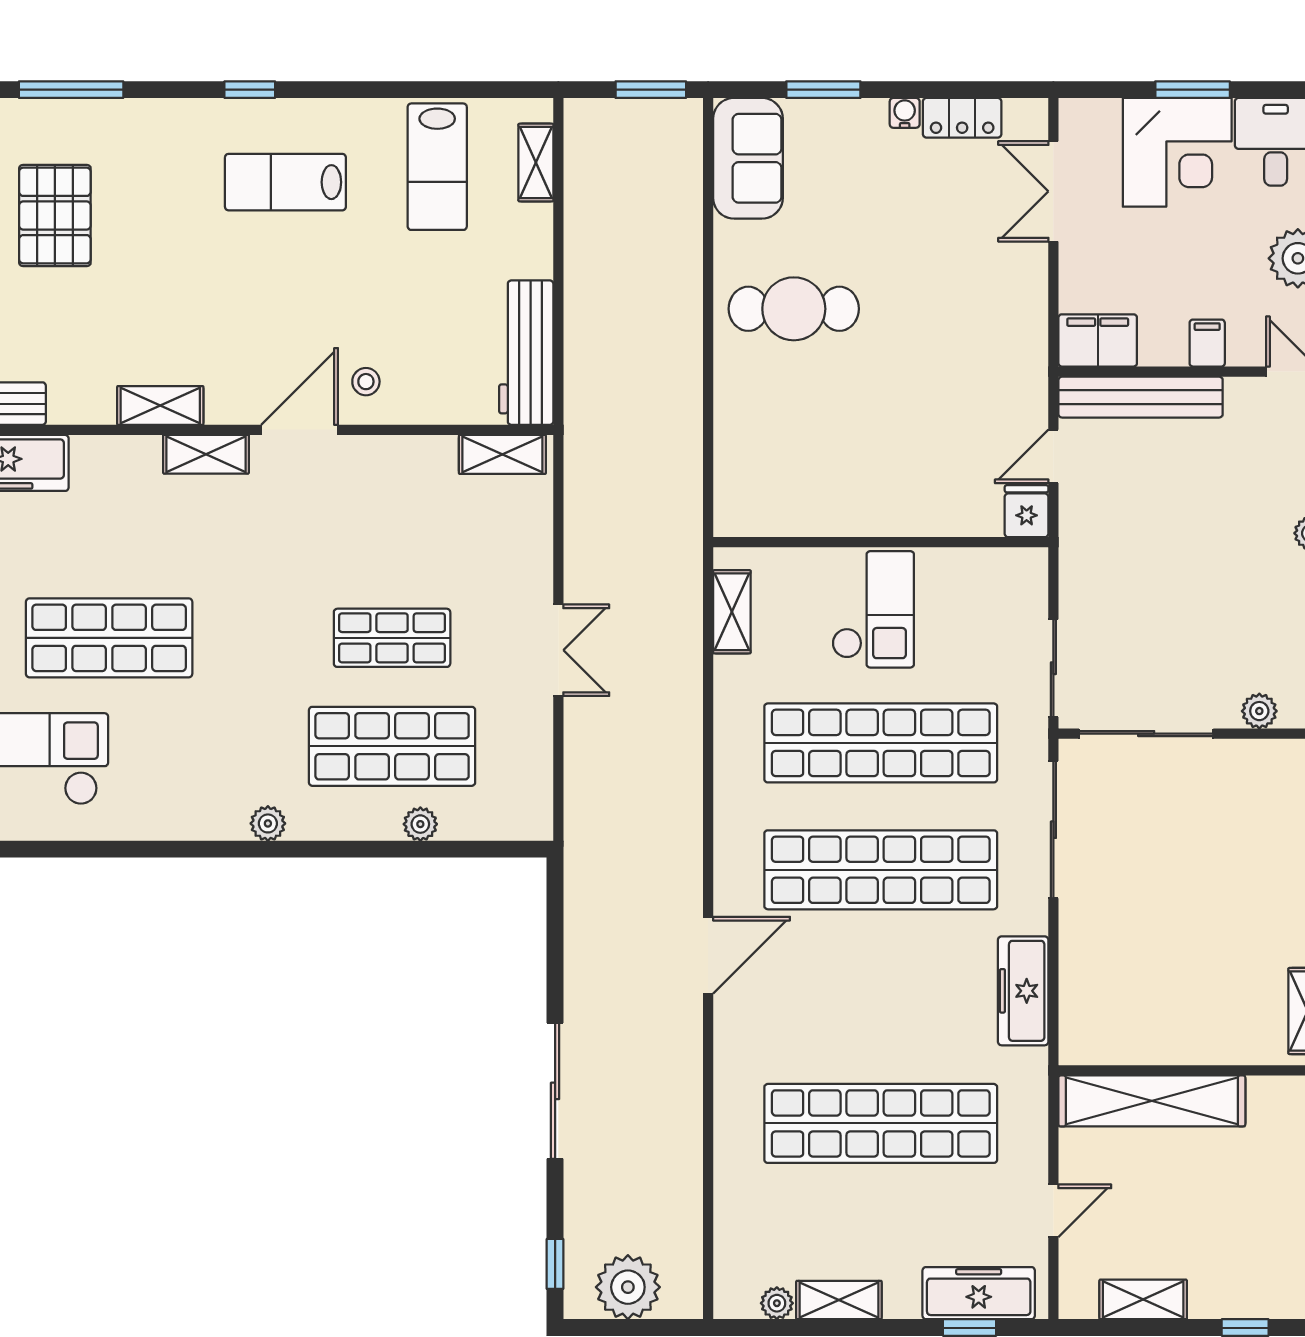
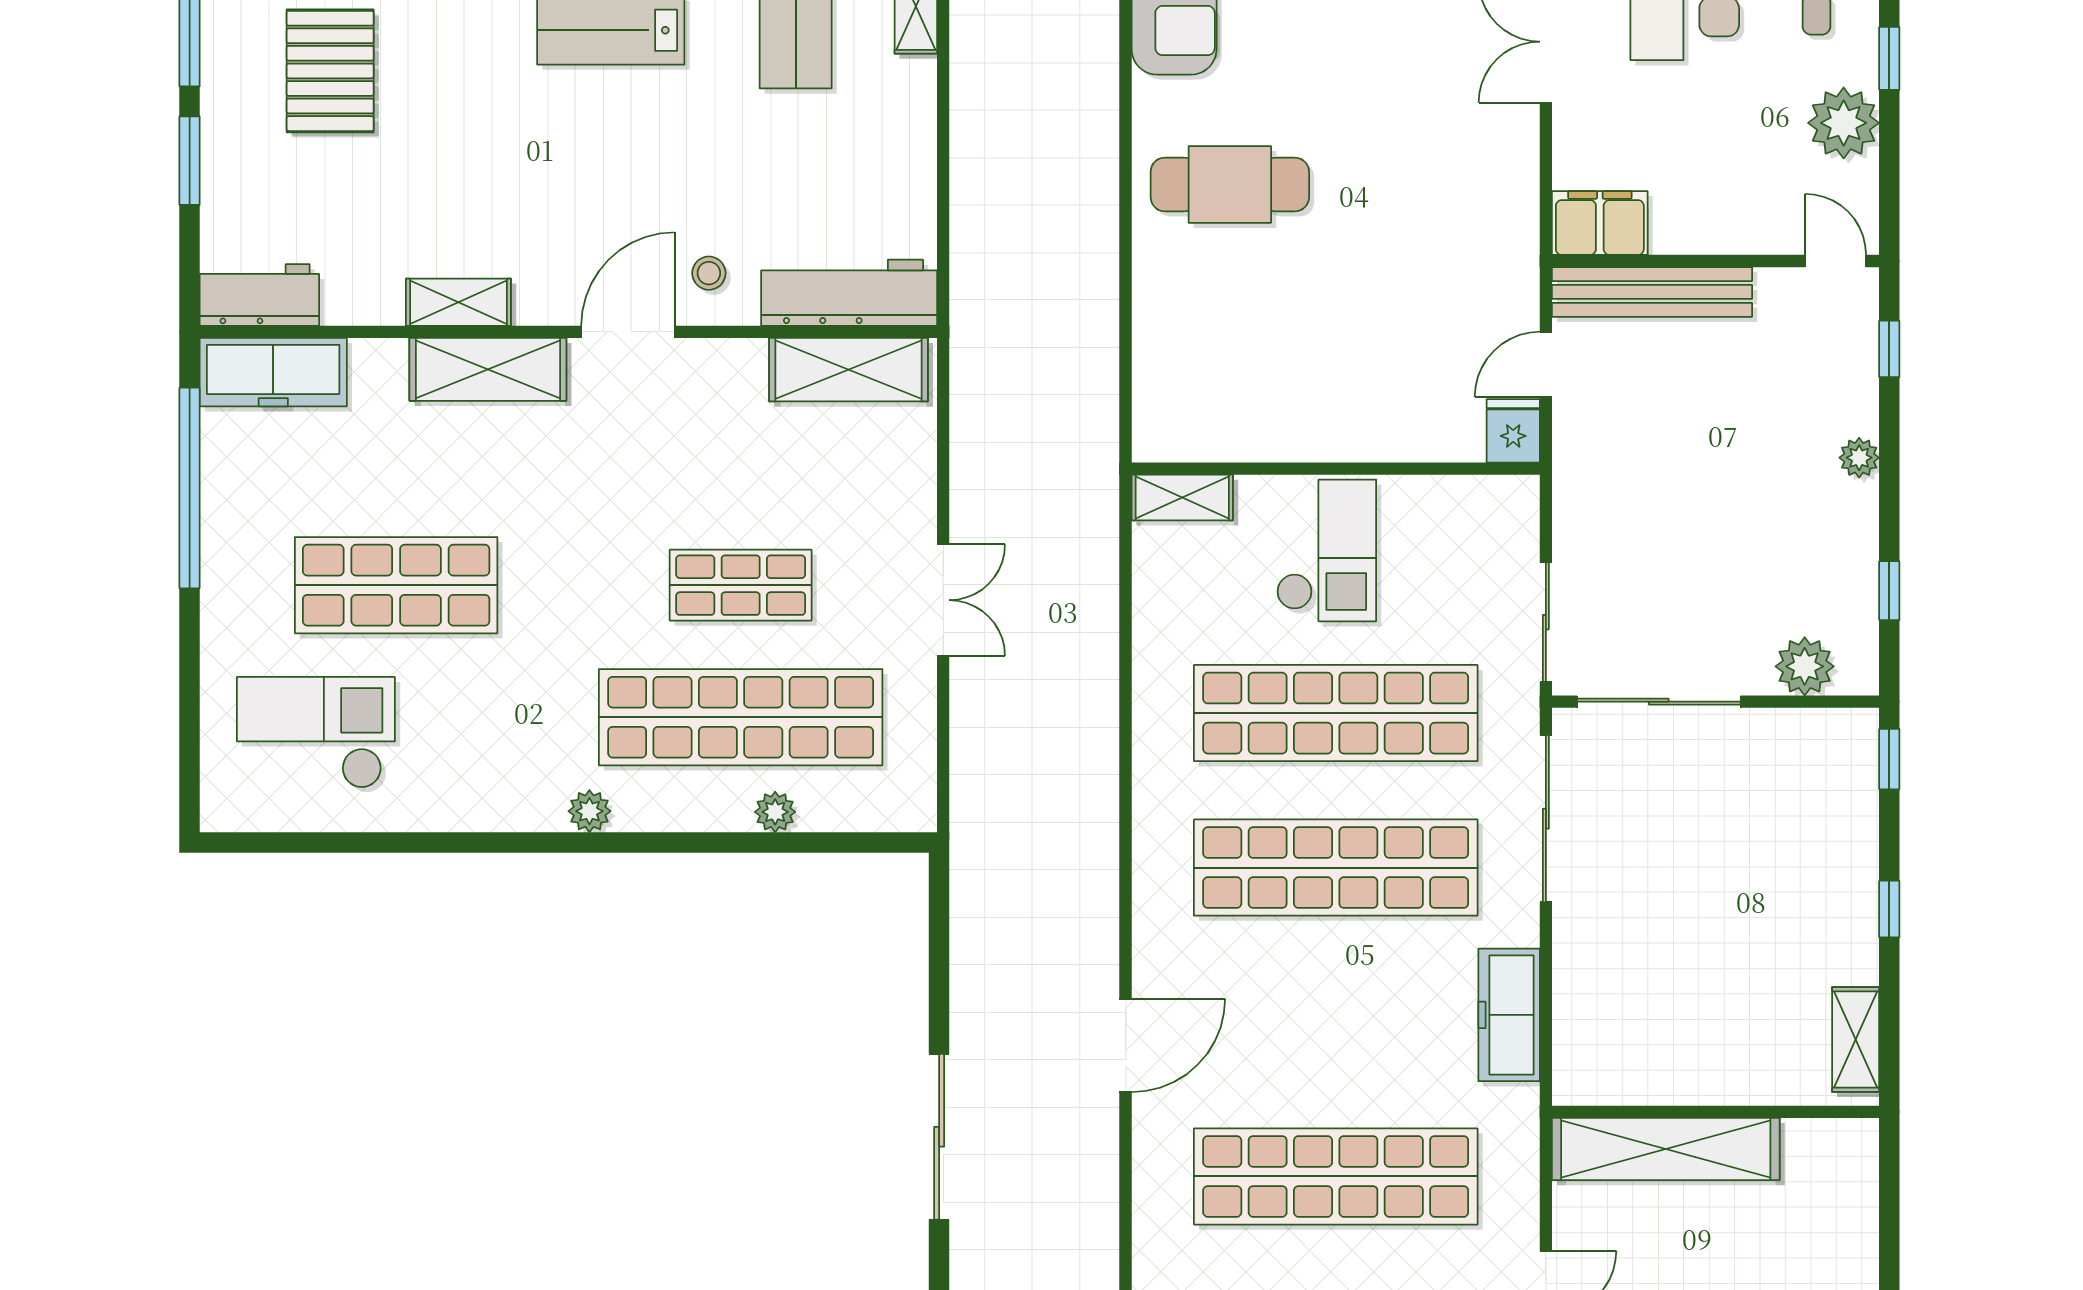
filing cabinet: (1207, 343) -> (1733, 226), removed
workbench: (526, 353) -> (849, 293), moved, turned 90
shelving: (206, 454) -> (488, 369), width x1.50, depth x1.33
shelving: (502, 454) -> (848, 370), width x1.50, depth x1.33
shelving: (732, 612) -> (1182, 498), moved, turned 90
plant: (1259, 711) -> (1805, 666), width x1.38, depth x1.38
shop shelf: (392, 746) -> (741, 717), width x1.40
door: (708, 955) -> (1126, 1045), moved

